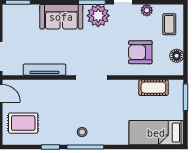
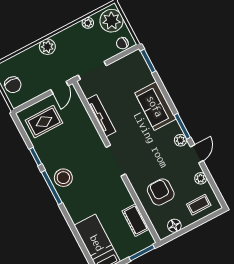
plant: (98, 16) -> (180, 140), width x0.53, depth x0.53
rug: (23, 123) -> (44, 122), turned 90
stool: (82, 132) -> (63, 178), width x1.89, depth x1.89

